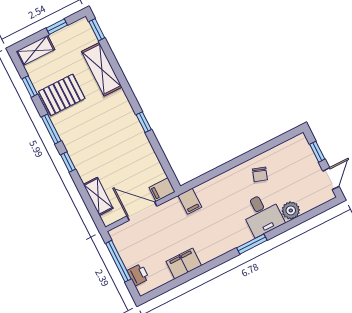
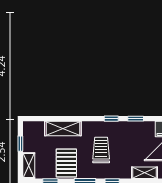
window: (97, 30) -> (136, 119), moved
trolley: (99, 129) -> (101, 150), added

